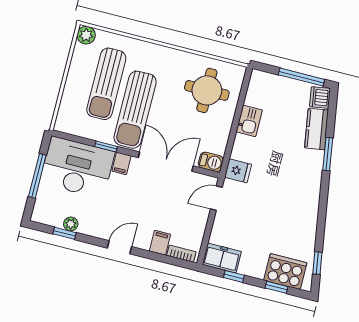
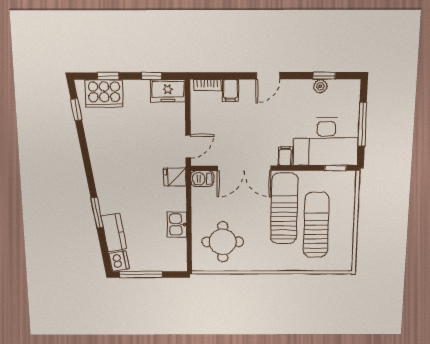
plant: (86, 35) -> (344, 263), removed
window: (106, 146) -> (335, 168), moved

